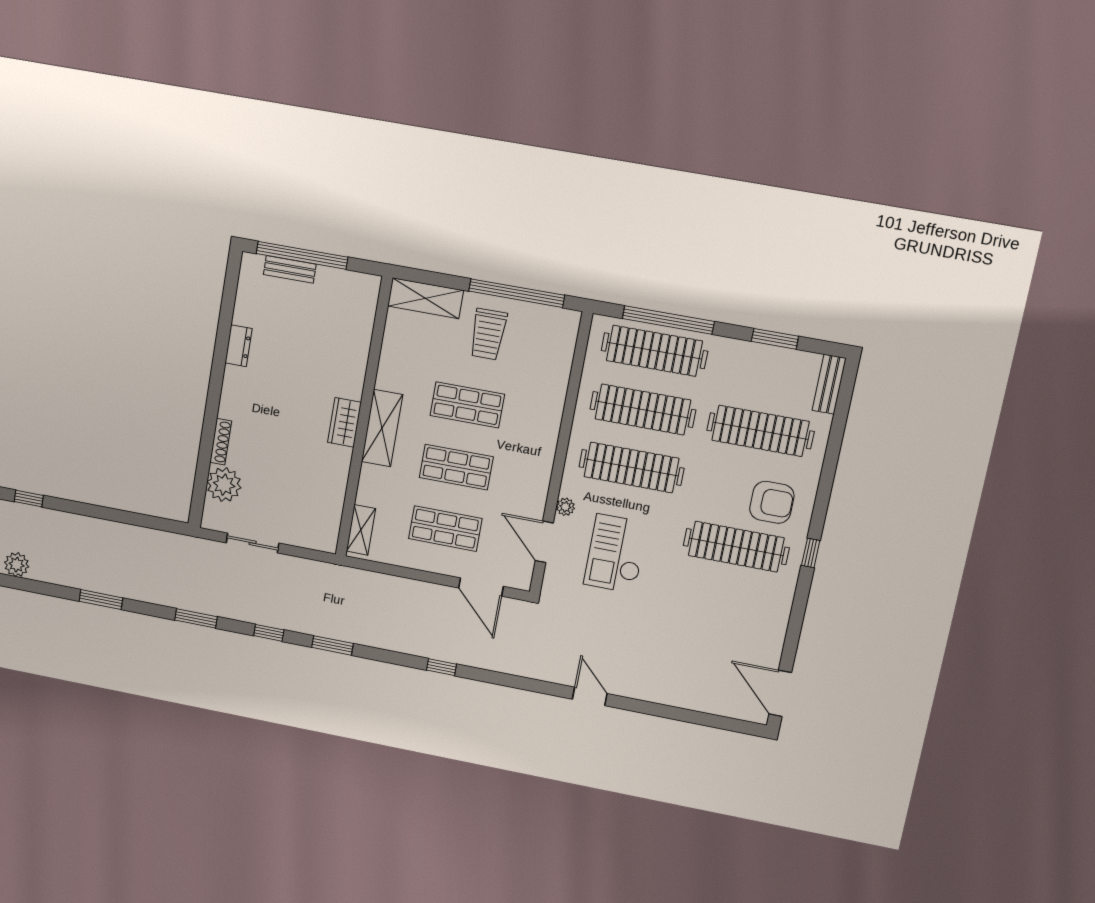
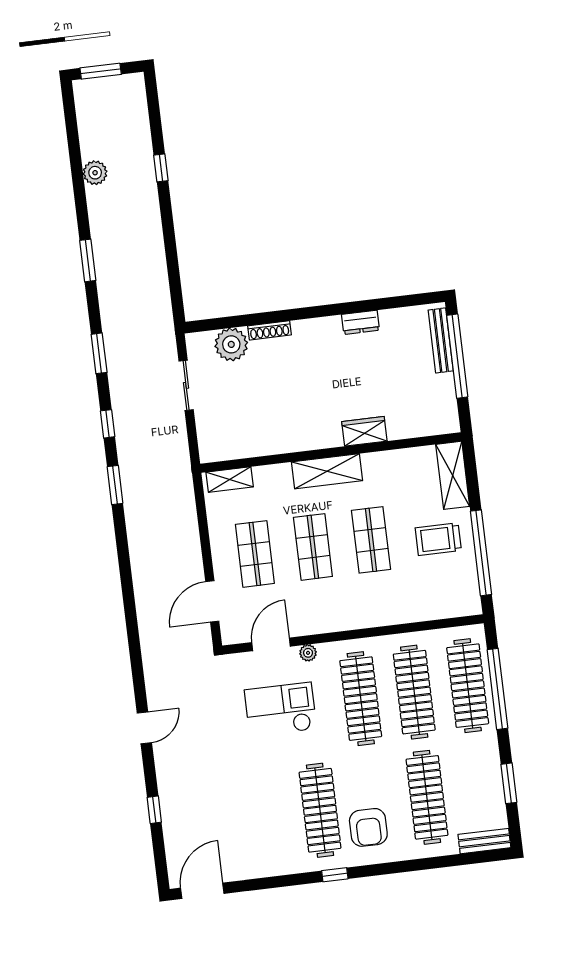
bench: (290, 269) -> (441, 340), width x1.36
wardrobe: (345, 422) -> (364, 431), moved
window: (441, 667) -> (154, 810), moved

